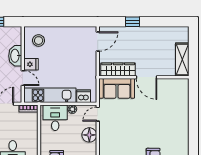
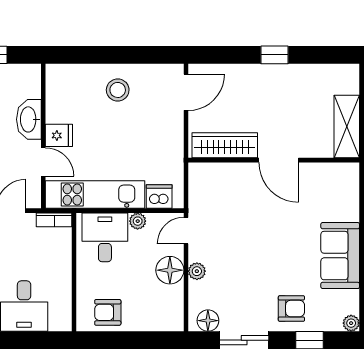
window: (133, 22) -> (274, 55), moved
stool: (39, 41) -> (118, 90), moved
sofa: (117, 88) -> (340, 256), moved, turned 90
plant: (103, 135) -> (197, 271), added

